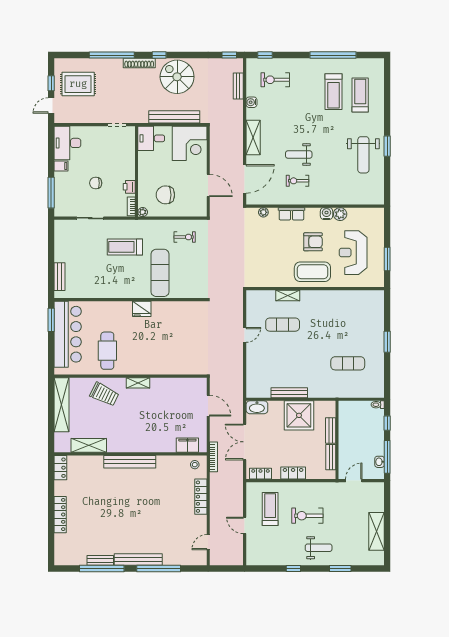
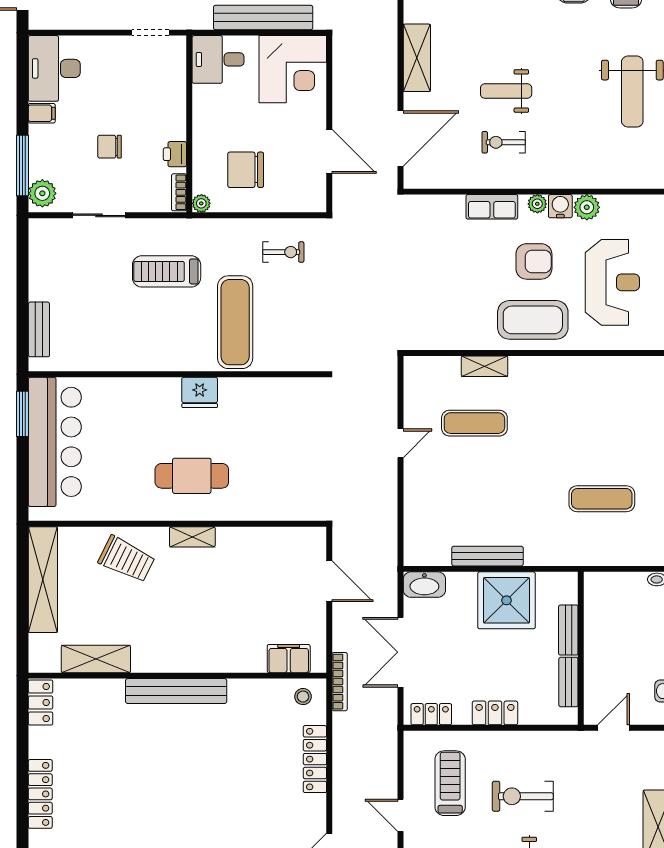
plant: (61, 207) -> (42, 193), added
plant: (263, 212) -> (537, 204), moved
reception desk: (353, 253) -> (612, 282), turned 180
cafe table: (107, 351) -> (192, 476), moved, turned 90

